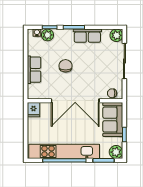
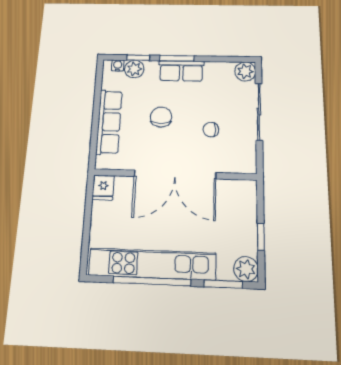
row of seats: (87, 36) -> (181, 71), moved
row of seats: (34, 70) -> (109, 122), width x1.48
chair: (112, 93) -> (211, 130), moved
sofa: (113, 120) -> (240, 209), removed

